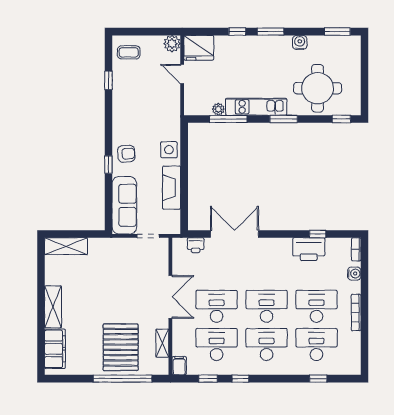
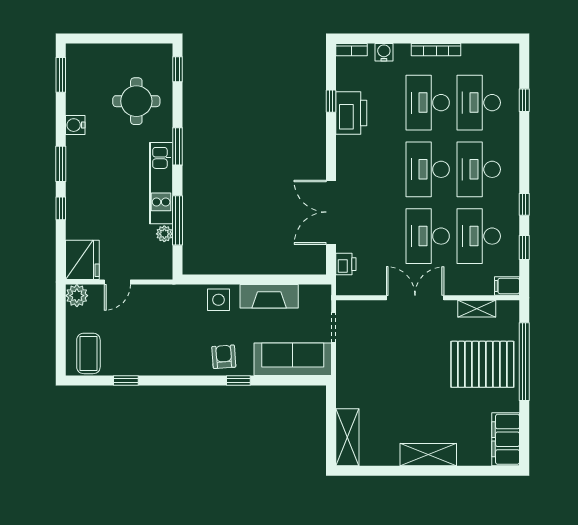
coffee table: (129, 52) -> (88, 353), width x1.36, depth x1.30
round table: (318, 88) -> (136, 101), width x0.73, depth x0.73
filing cabinet: (55, 349) -> (506, 439), moved, turned -90

